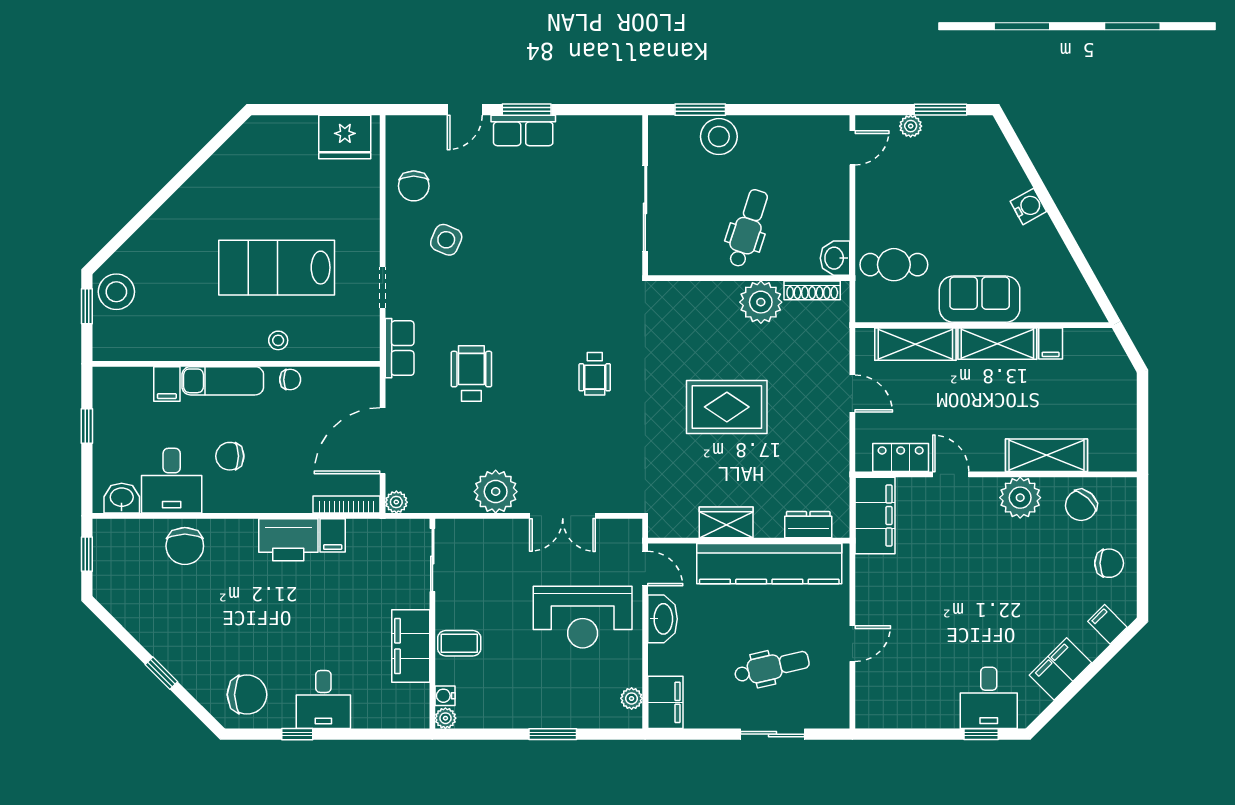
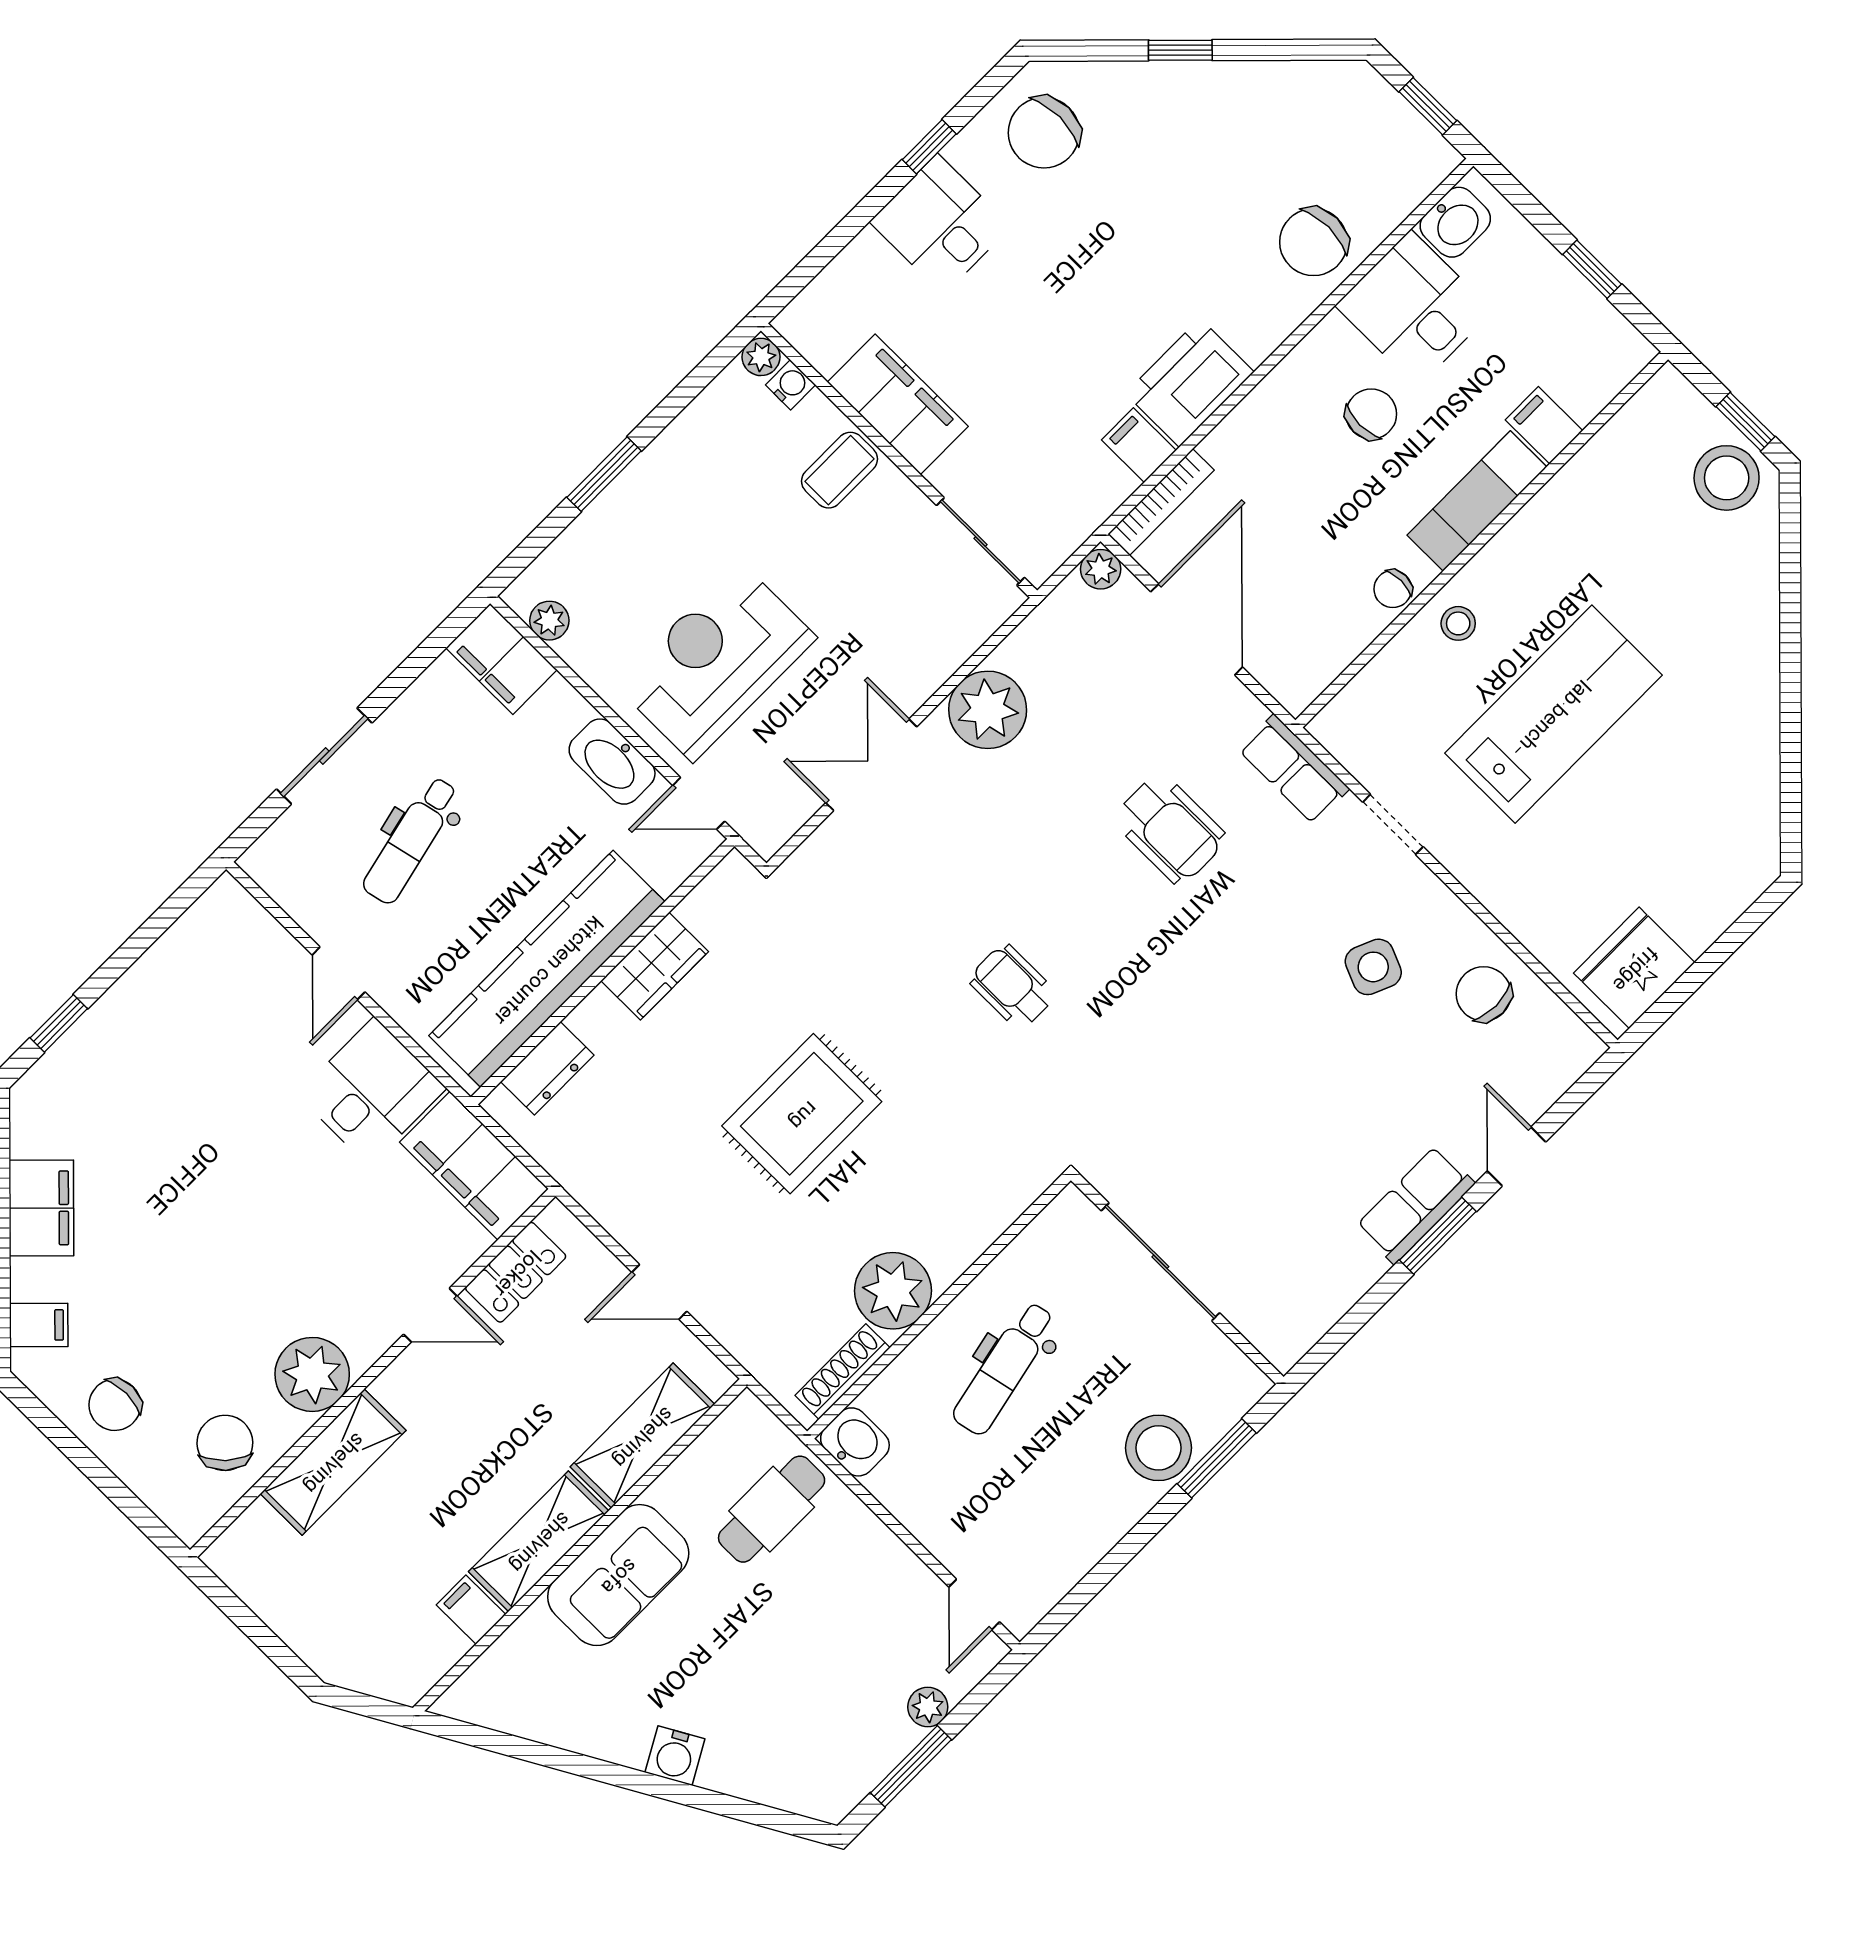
dental chair: (748, 228) -> (1004, 1368), turned 60
chair: (185, 546) -> (1313, 242), turned -90
desk: (989, 698) -> (372, 1091), moved, turned 90

